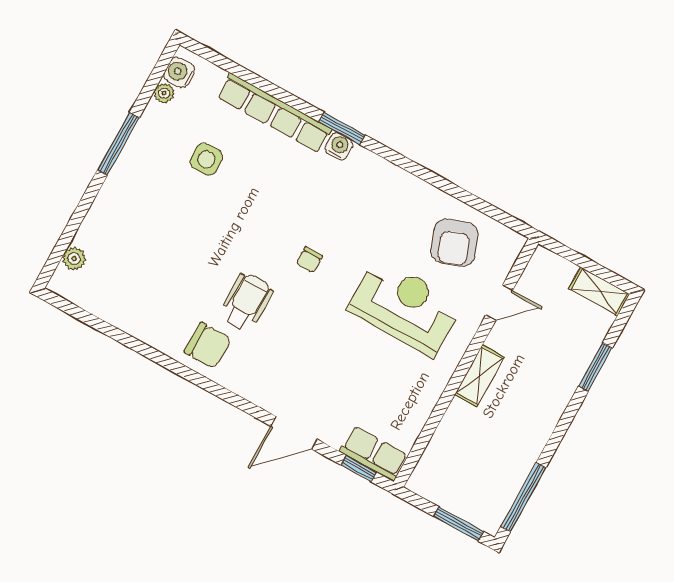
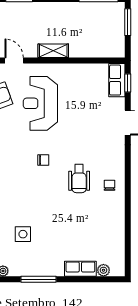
row of seats: (97, 222) -> (80, 269), added
wheelchair: (246, 302) -> (79, 179), turned -90
chair: (208, 346) -> (110, 185), width x0.54, depth x0.54

